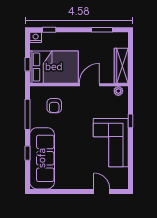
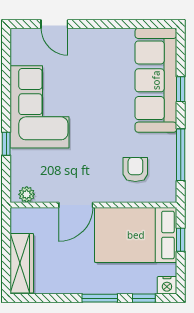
window: (102, 30) -> (100, 298), moved
wardrobe: (121, 66) -> (22, 263), moved

